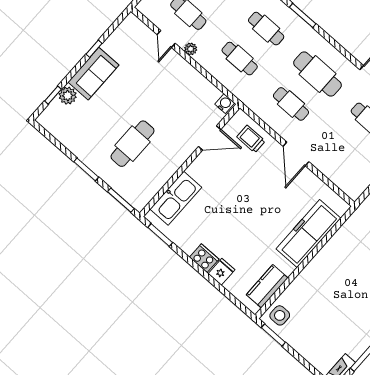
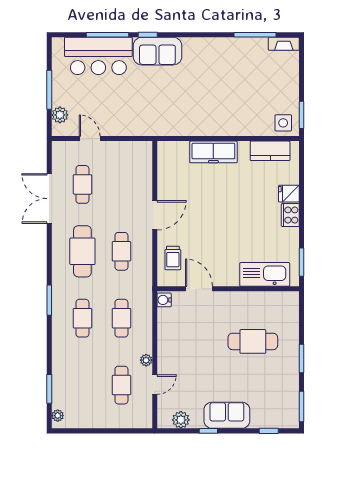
plant: (68, 96) -> (181, 420), moved
window: (121, 200) -> (302, 407), moved
freezer: (308, 234) -> (213, 152), width x0.73, depth x0.79

